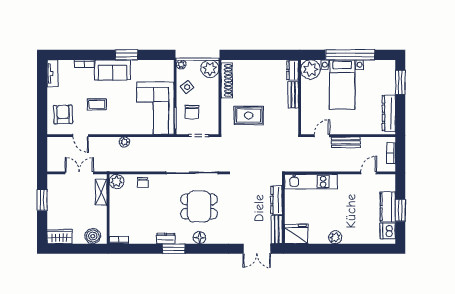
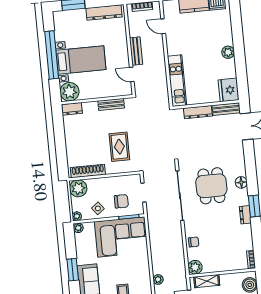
plant: (169, 65) -> (78, 228), added
bench: (293, 95) -> (111, 104), moved
plant: (124, 142) -> (158, 280), moved

